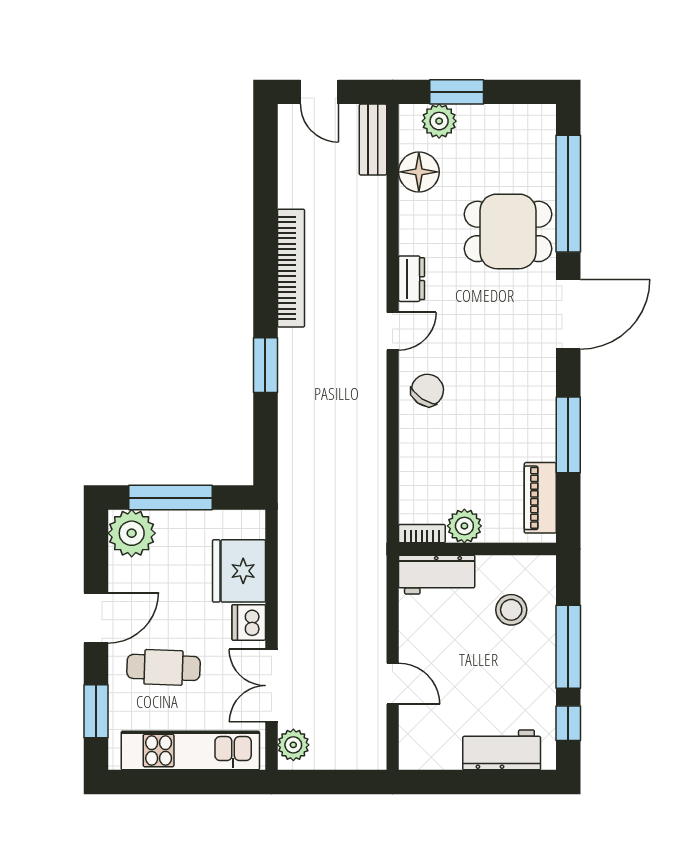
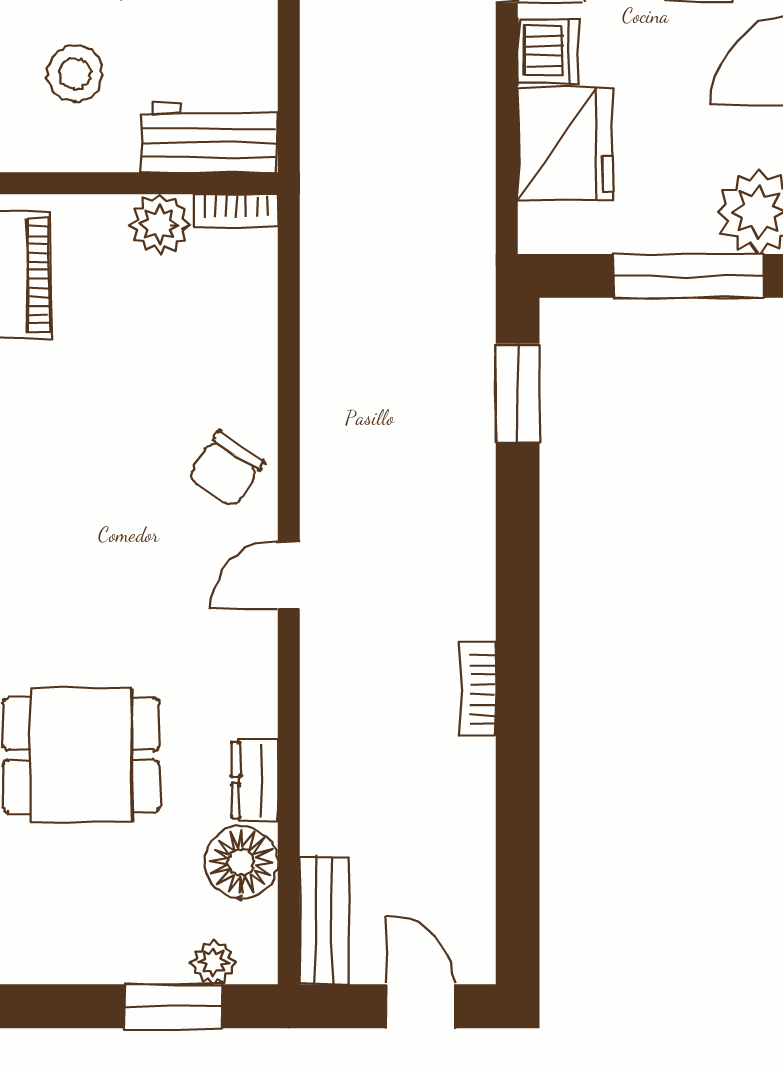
plant: (439, 121) -> (213, 962), width x0.73, depth x0.73
bookcase: (291, 268) -> (477, 689), width x0.43, depth x0.76
dresser: (412, 279) -> (255, 780), moved
window: (265, 365) -> (518, 393), moved

